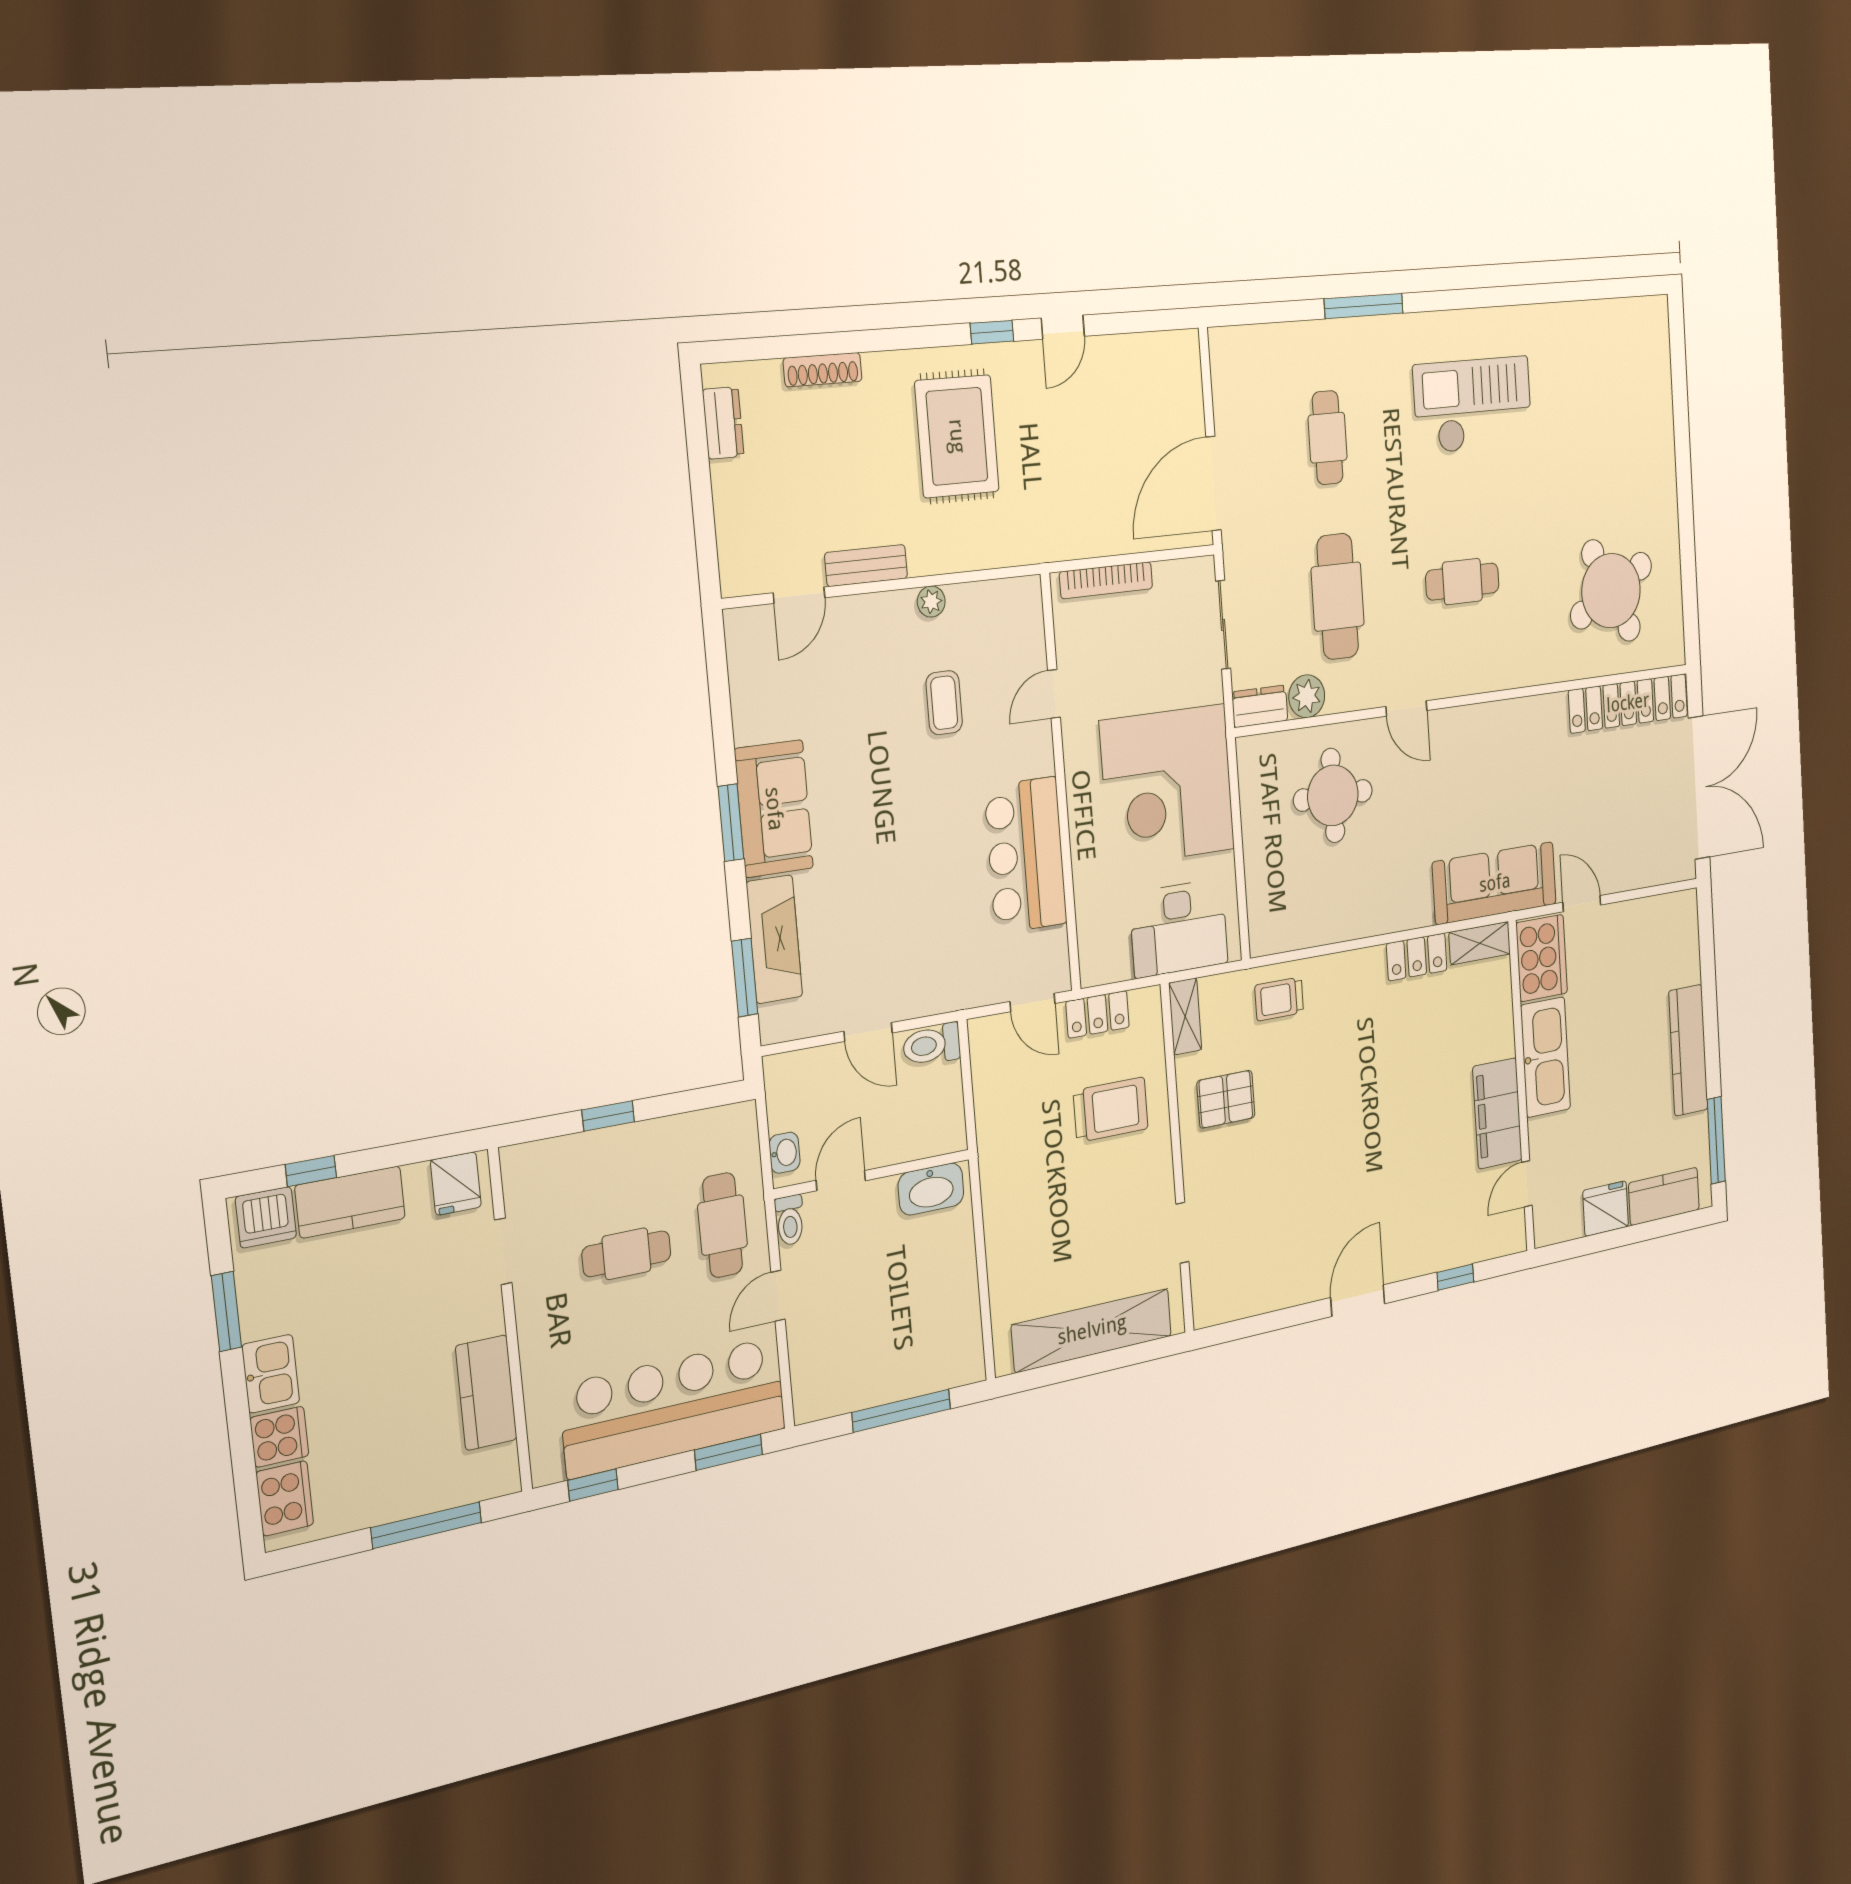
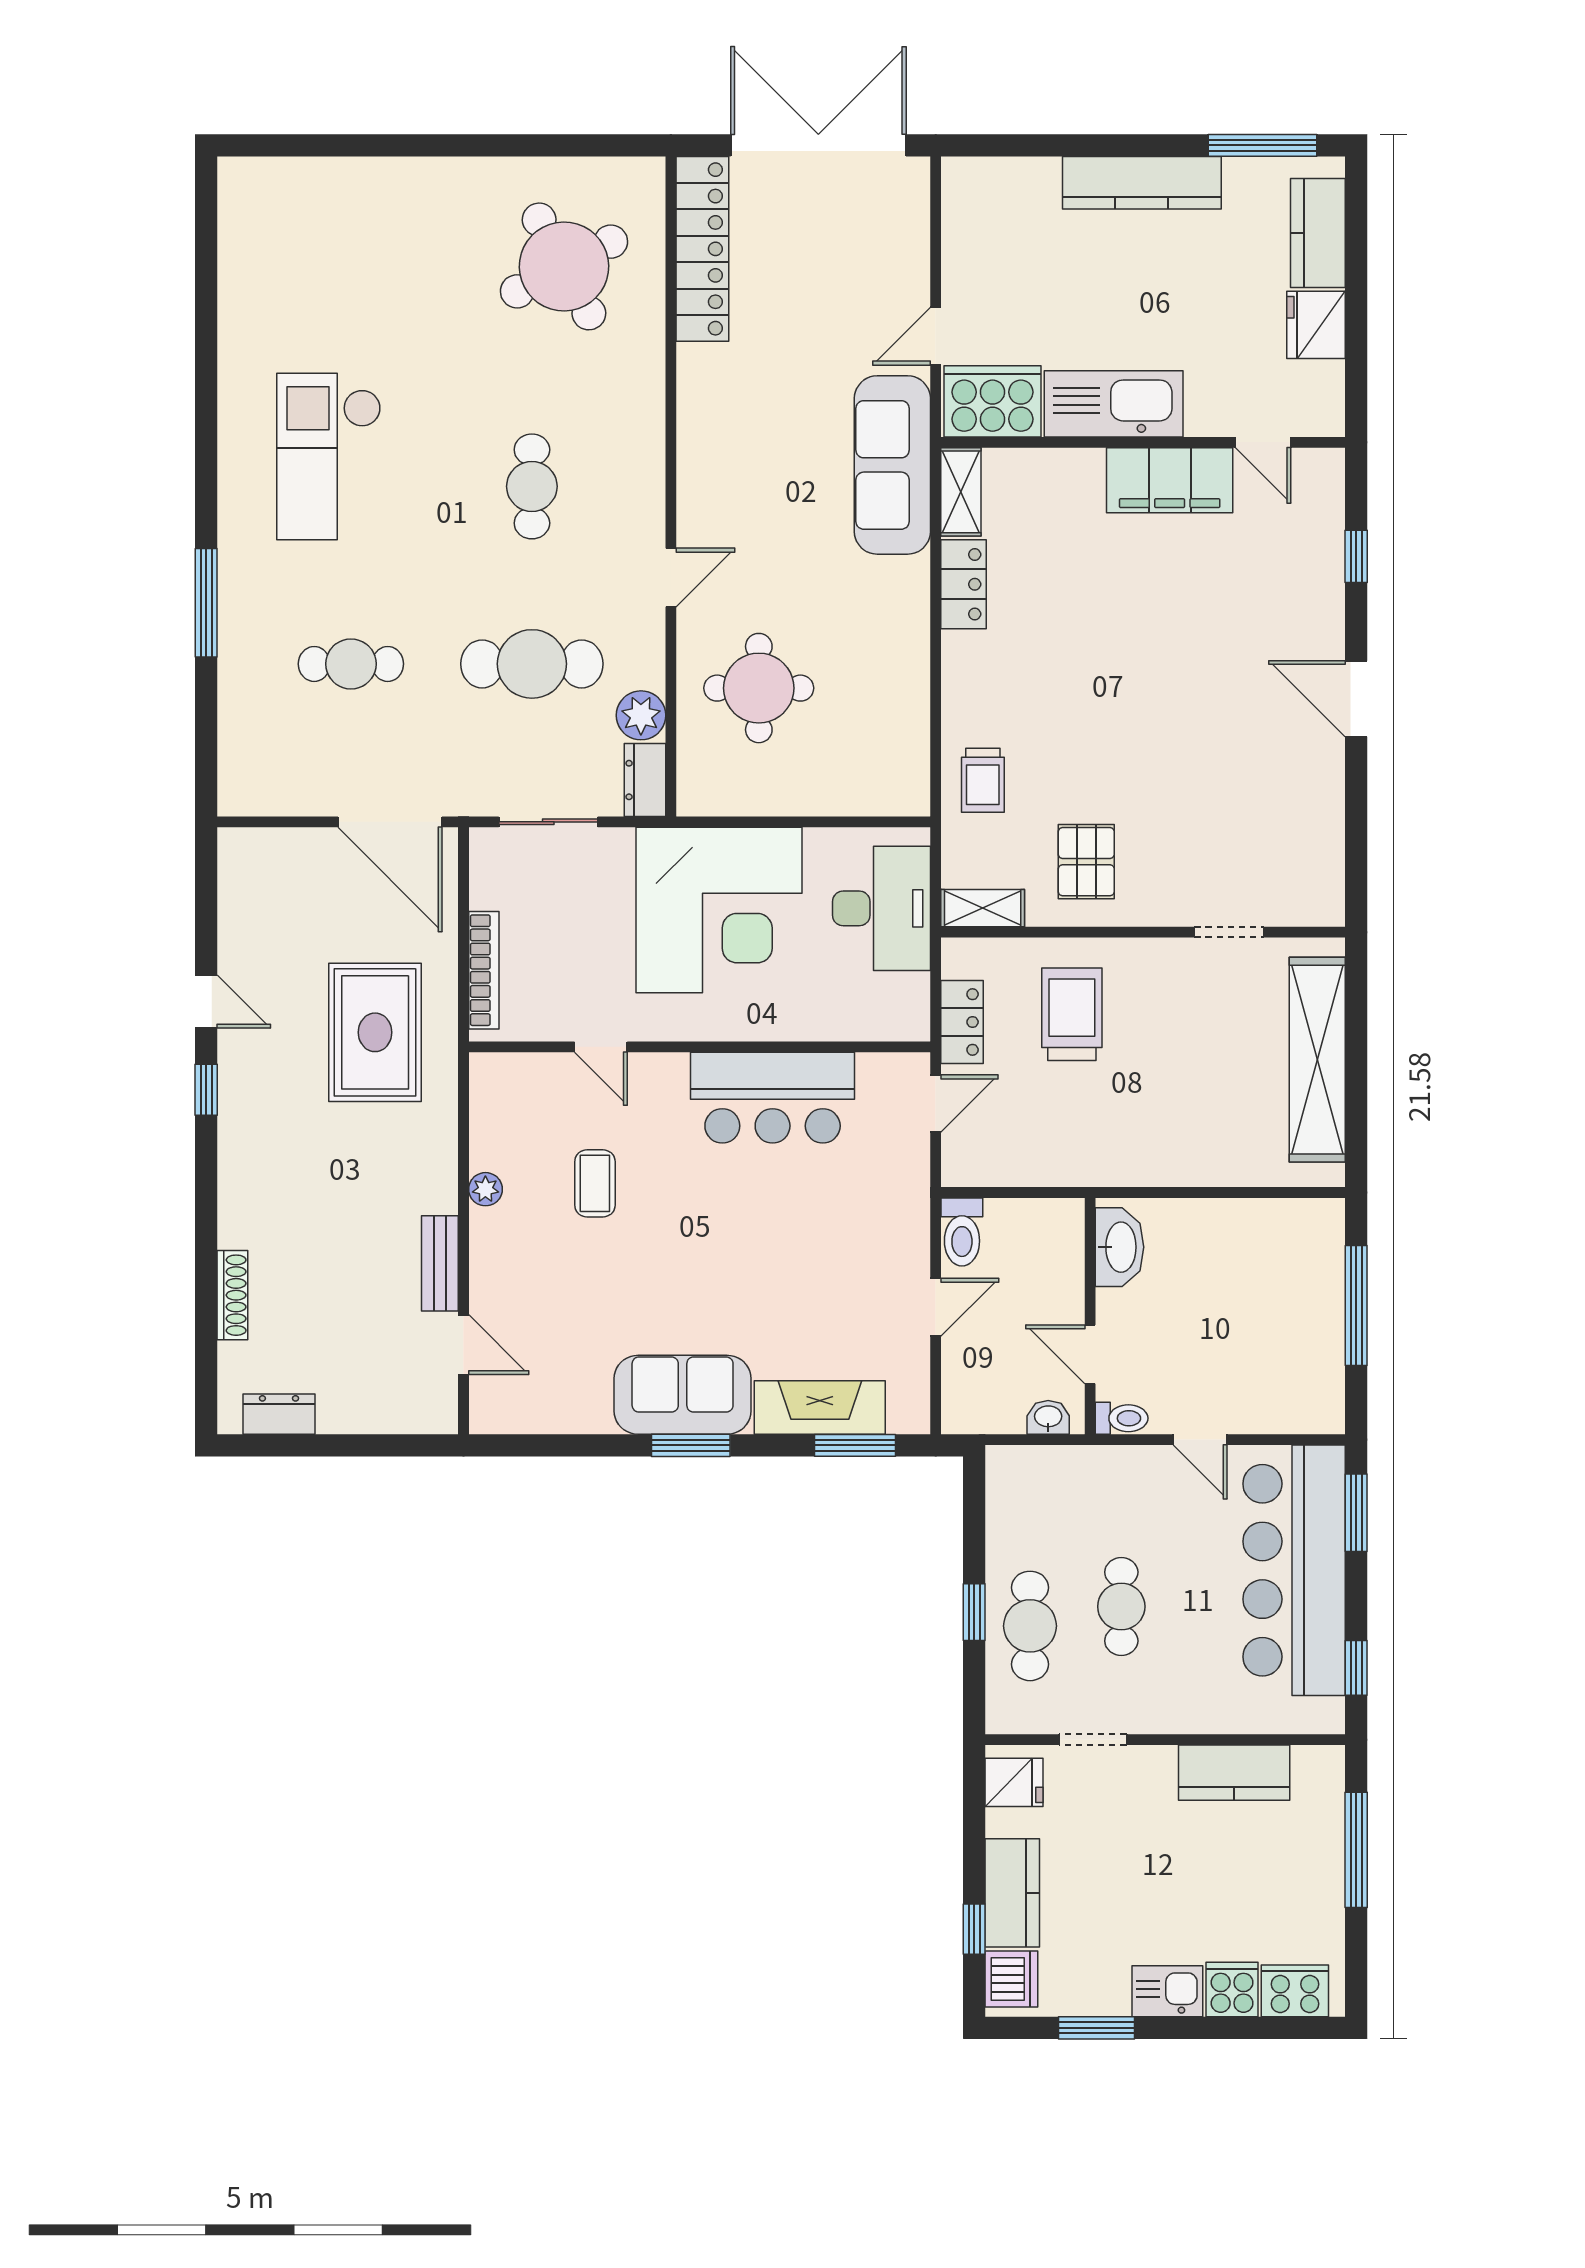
rug: (957, 436) -> (375, 1032), moved, turned 90
coffee table: (944, 703) -> (595, 1183), turned 90
cafe table: (723, 1225) -> (1030, 1626), moved, turned 90

